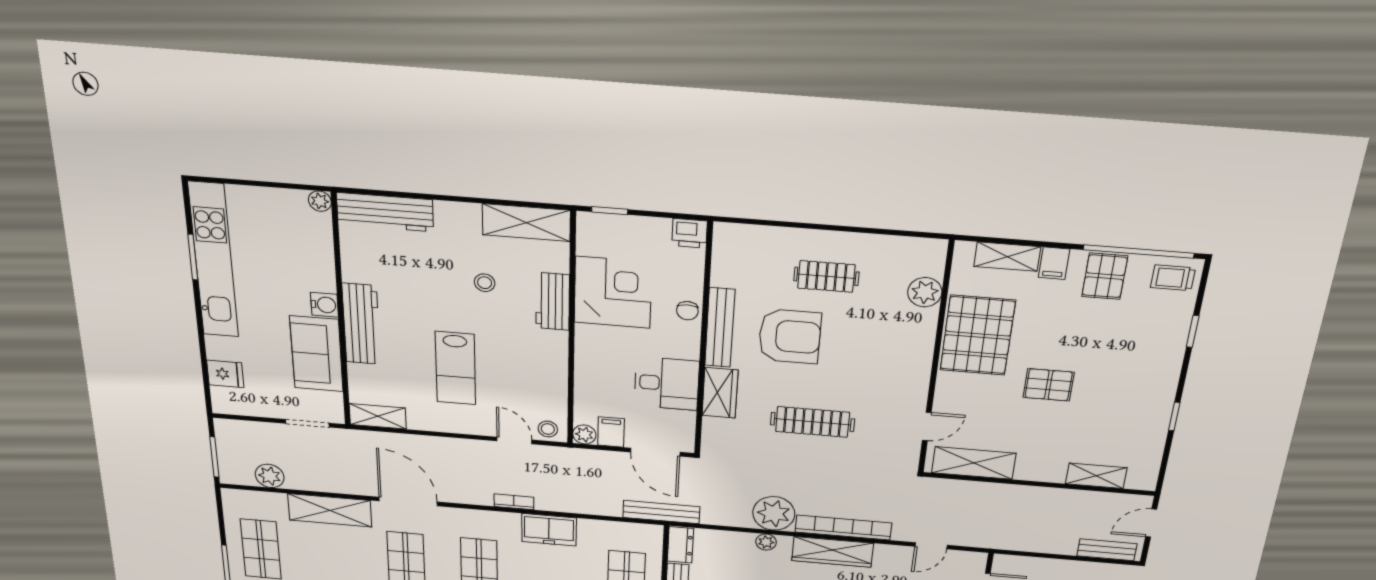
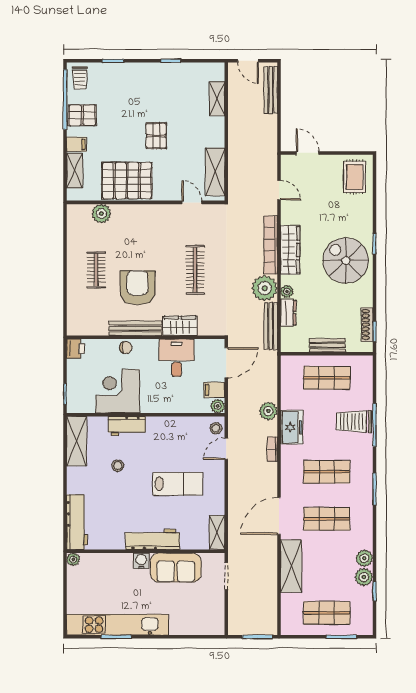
fridge: (225, 374) -> (195, 625), removed
plant: (270, 476) -> (268, 411), moved
bench: (661, 512) -> (271, 326), moved
dresser: (680, 545) -> (288, 313), moved, turned 90
bench: (1107, 550) -> (271, 90), width x1.36

